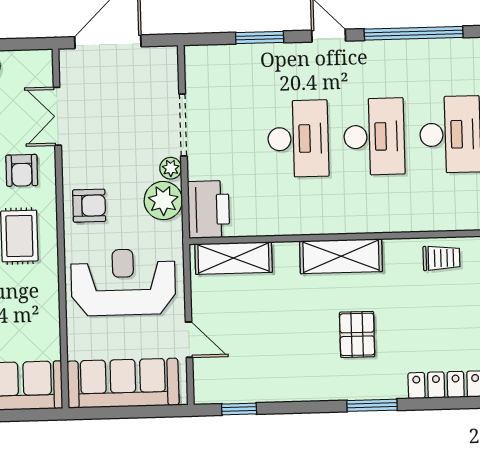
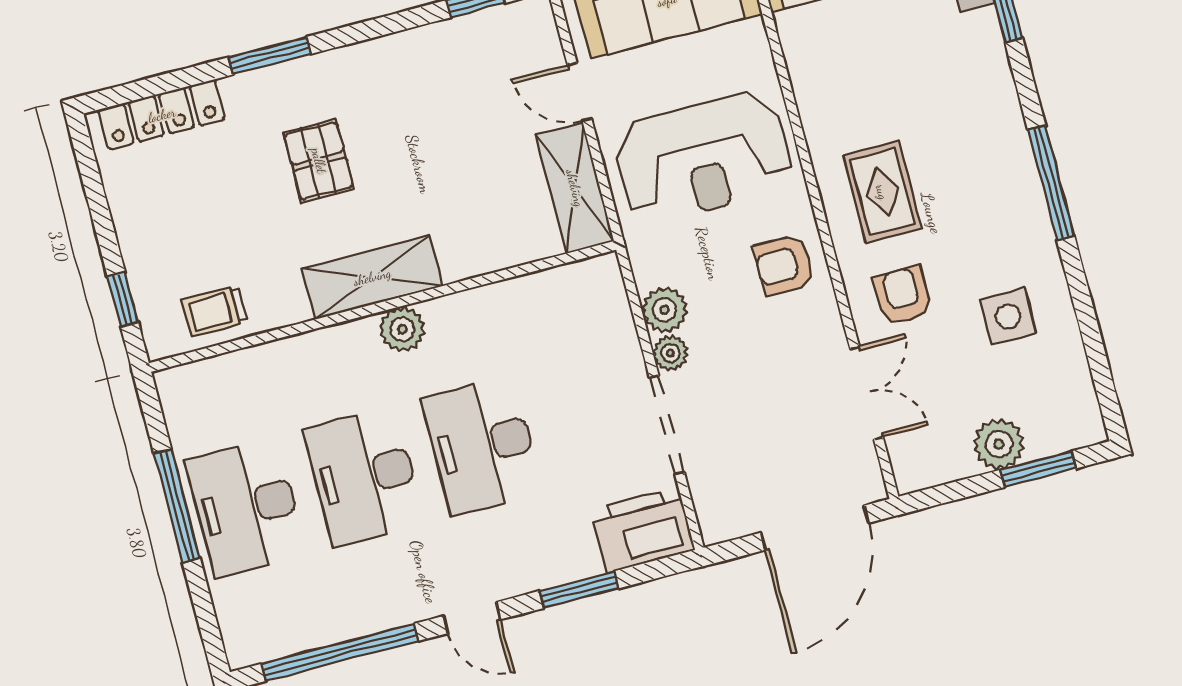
plant: (163, 201) -> (664, 310), width x0.73, depth x0.73
printer: (209, 210) -> (643, 530), moved, turned 90
plant: (330, 220) -> (402, 329), added
shelving: (234, 258) -> (575, 188), moved, turned 90

